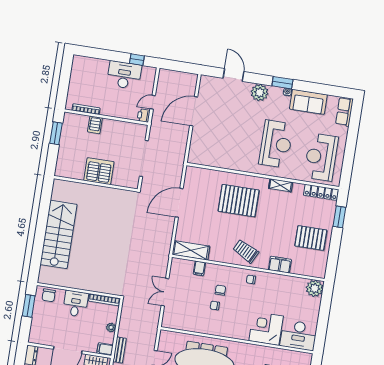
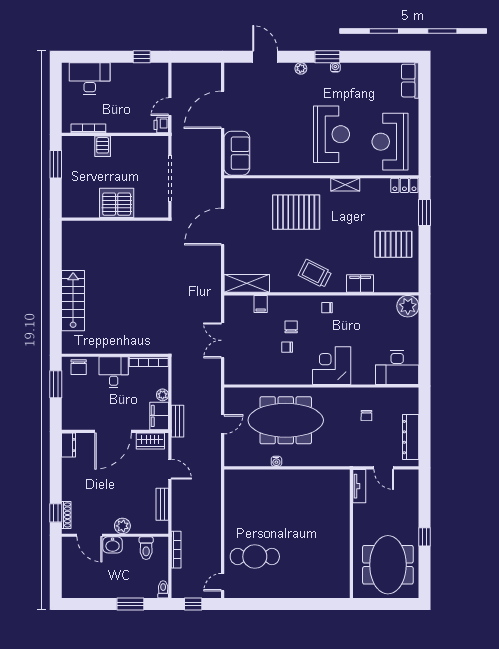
desk: (124, 75) -> (90, 79), moved
plant: (260, 93) -> (301, 68), width x0.53, depth x0.53
sofa: (308, 102) -> (237, 153), moved, turned -90
locker: (321, 192) -> (404, 185), width x0.66
stairs: (58, 234) -> (73, 301), width x0.73, depth x0.66
corner desk: (266, 328) -> (332, 366), moved
filing cabinet: (105, 349) -> (159, 416), width x2.00

